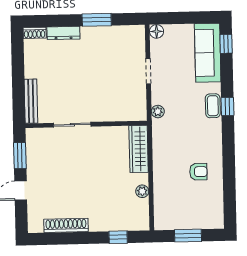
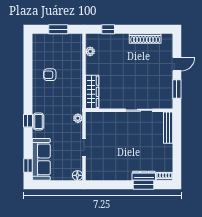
window: (97, 20) -> (143, 185), moved
plant: (142, 191) -> (90, 51), moved

